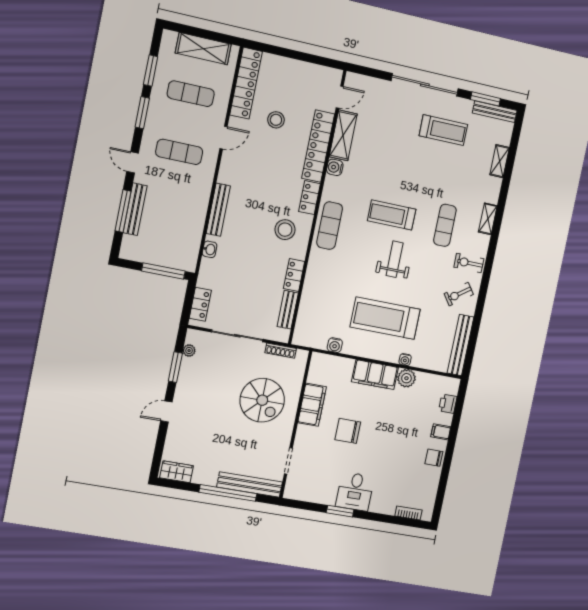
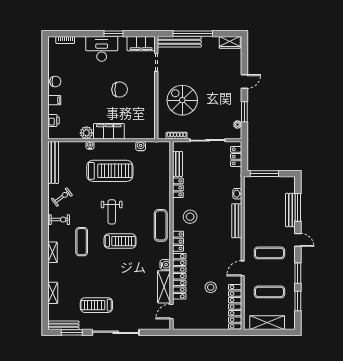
filing cabinet: (312, 405) -> (141, 44), moved, turned -90
desk: (355, 491) -> (102, 49), width x1.37

